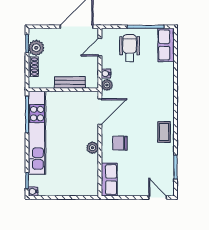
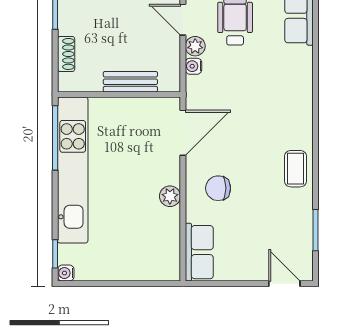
door: (100, 47) -> (183, 20), hinge flipped
plant: (36, 48) -> (71, 21), removed
plant: (107, 85) -> (195, 46), moved

